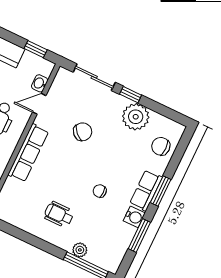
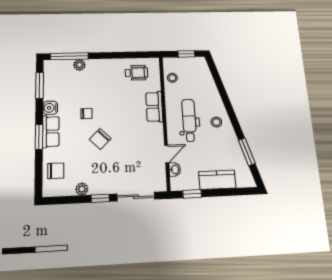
plant: (136, 117) -> (82, 189), width x0.53, depth x0.53
chair: (83, 132) -> (100, 139), moved
row of seats: (28, 153) -> (154, 107), width x0.68
wheelchair: (59, 214) -> (137, 73), moved
window: (139, 235) -> (40, 85), moved

